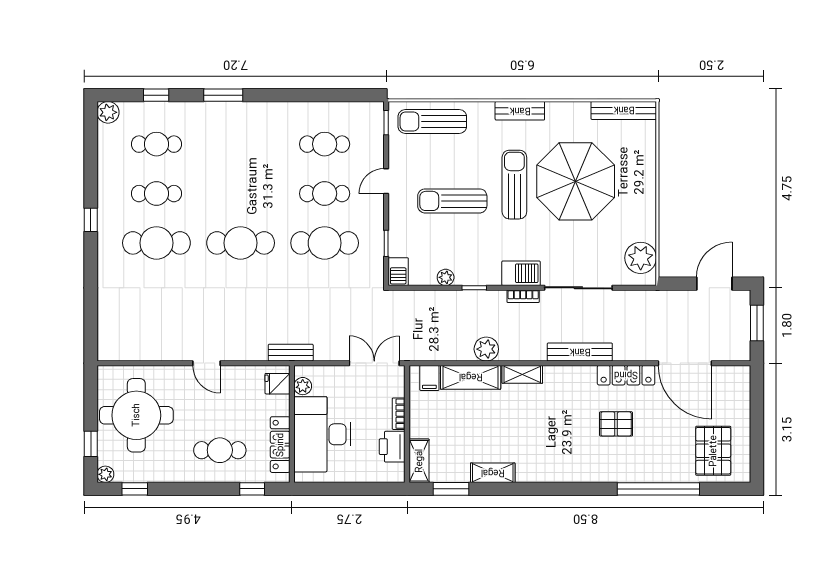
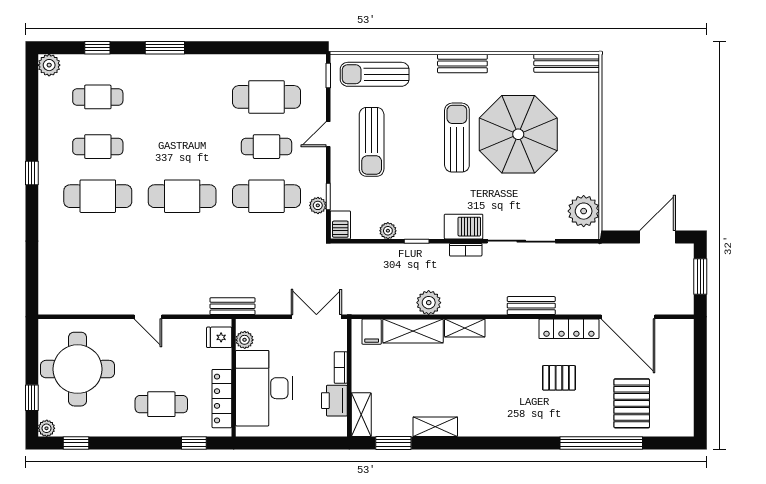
cafe table: (325, 144) -> (266, 97), width x1.37, depth x1.35
sun lounger: (452, 201) -> (372, 142), moved, turned -90
plant: (376, 252) -> (318, 205), added
bench: (580, 352) -> (531, 306), width x0.73
pallet: (713, 451) -> (632, 403), moved

